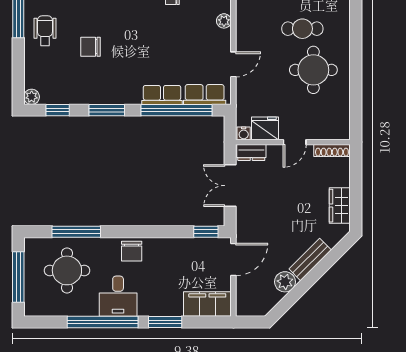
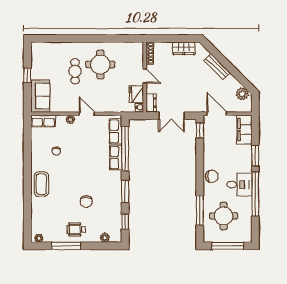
door: (233, 64) -> (87, 114), moved
plant: (32, 97) -> (105, 238), moved
plant: (285, 282) -> (242, 94), moved

